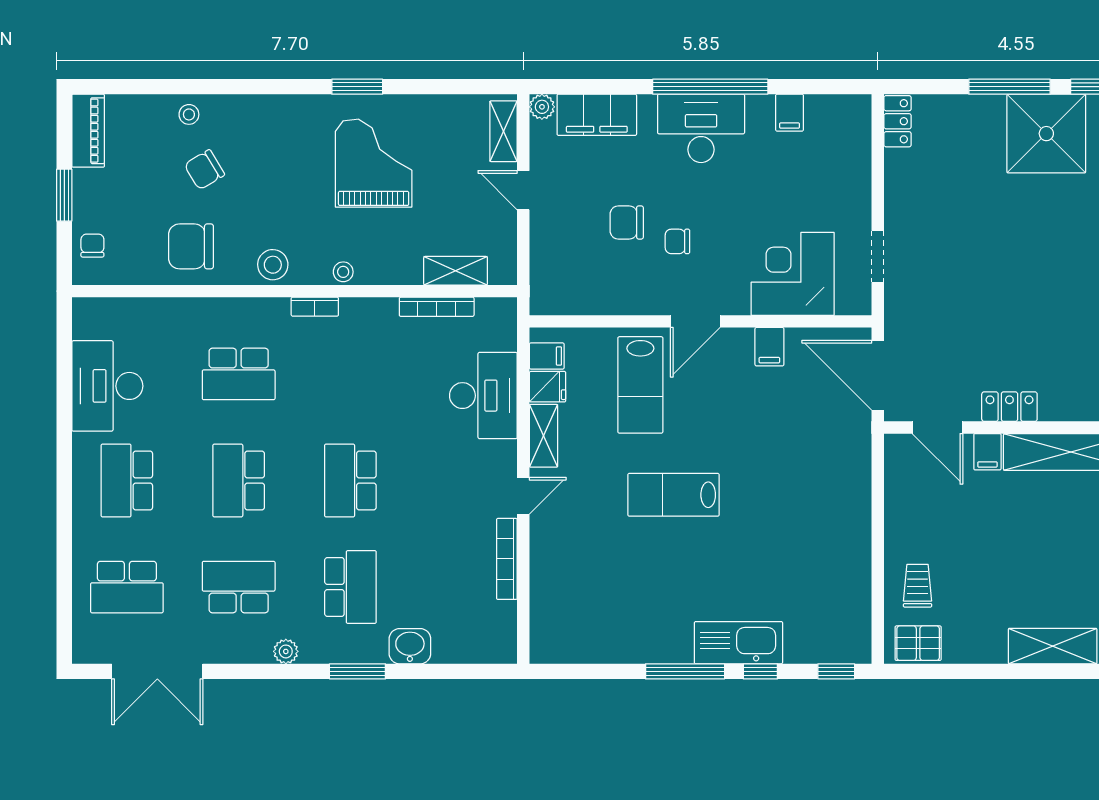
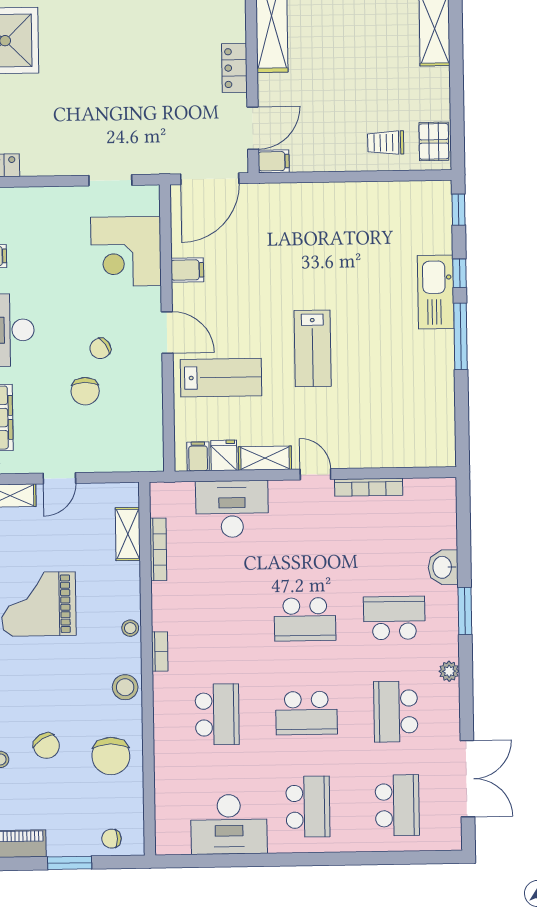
chair: (677, 241) -> (100, 348), turned 56
filing cabinet: (987, 452) -> (274, 161), moved
school desk: (127, 480) -> (308, 807), turned -90

